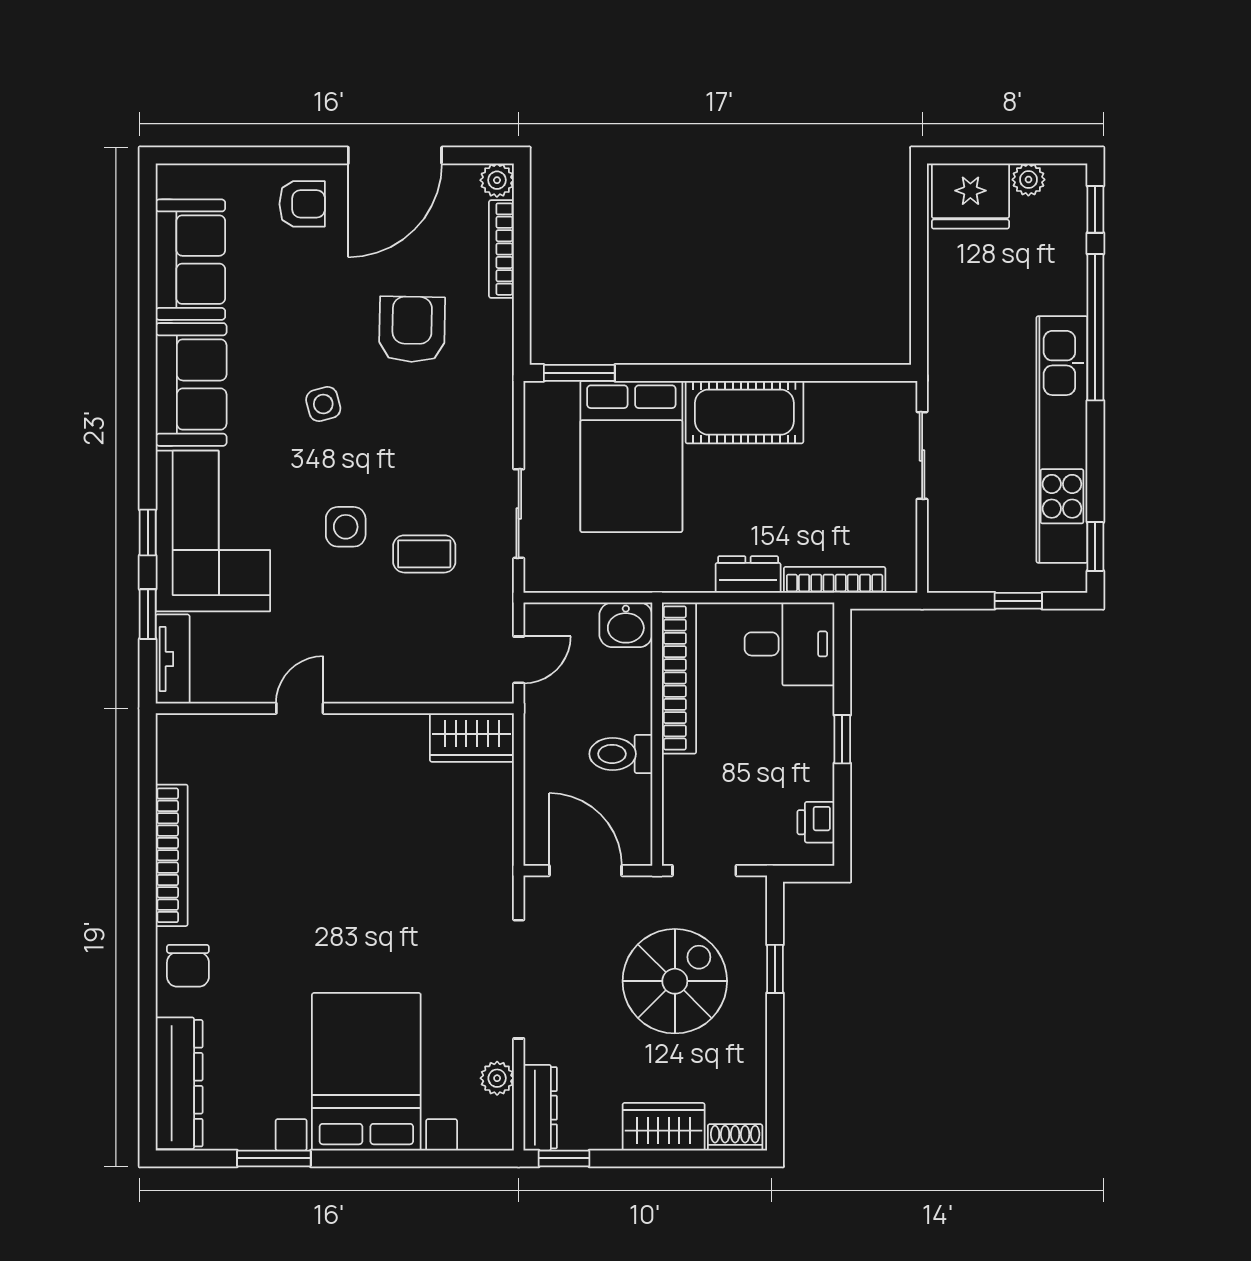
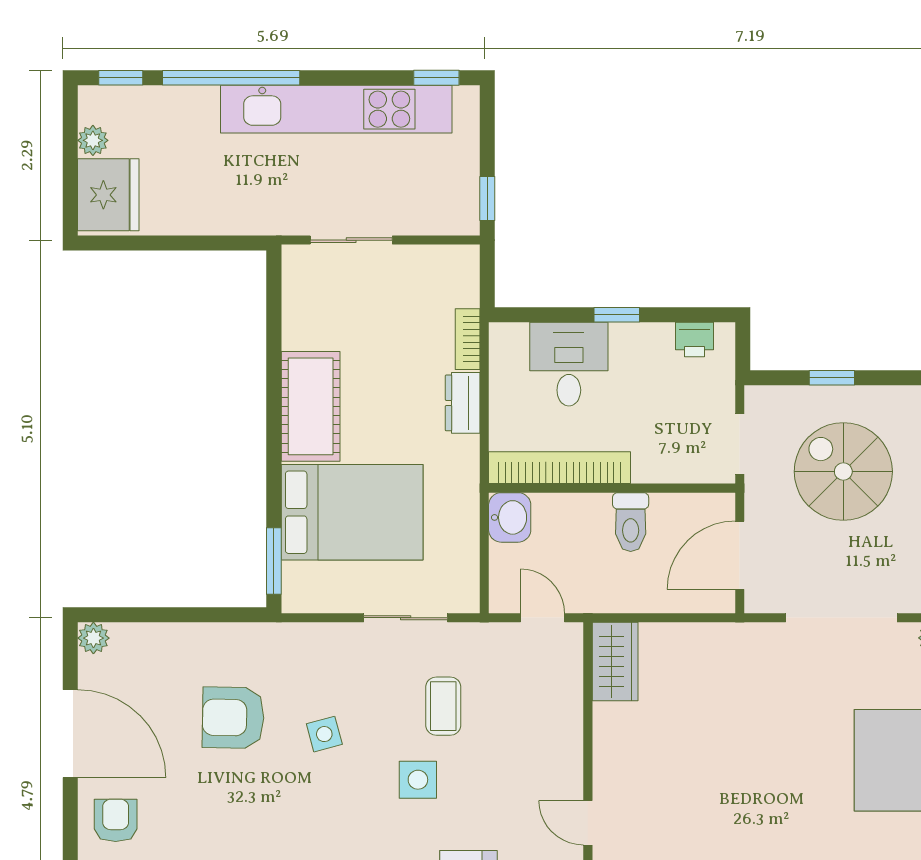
bookcase: (501, 249) -> (158, 634), removed
side table: (323, 404) -> (324, 734), moved
bookcase: (835, 580) -> (468, 339), width x0.64
window: (1018, 601) -> (487, 198), moved
desk: (789, 644) -> (569, 364), moved

